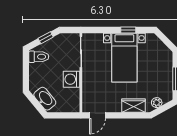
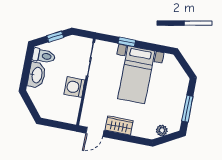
window: (128, 30) -> (127, 42), moved
washbasin: (45, 99) -> (37, 75), moved, turned 40
wardrobe: (134, 106) -> (119, 125), moved

